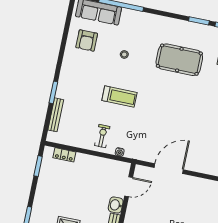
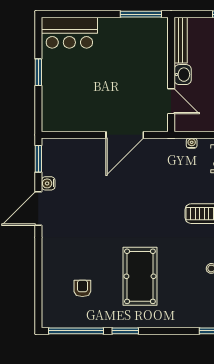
pool table: (179, 60) -> (140, 276), turned 90
door: (129, 187) -> (171, 101), swing flipped

